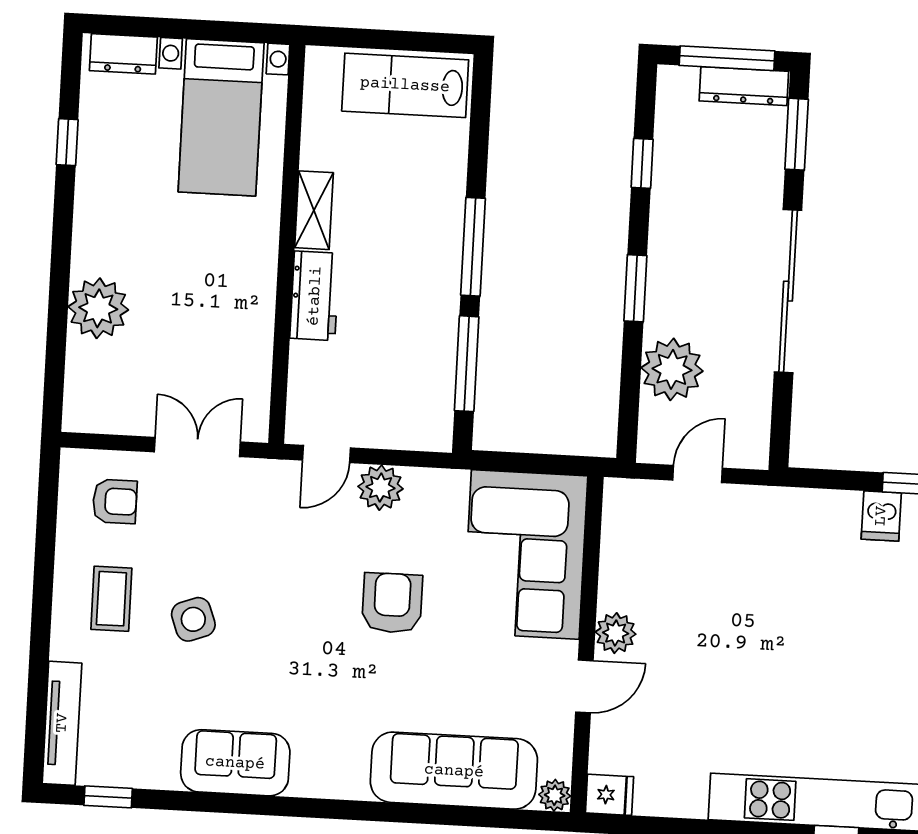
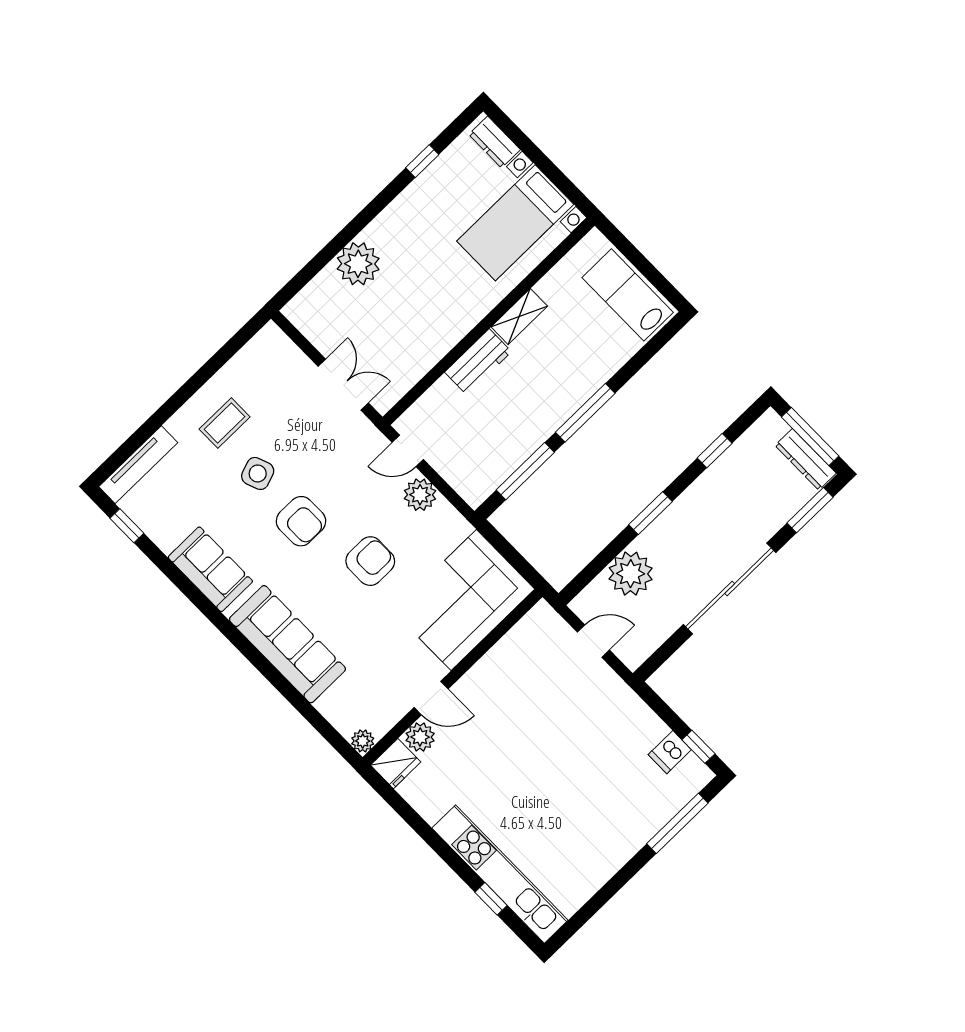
armchair: (115, 501) -> (301, 521), moved, width x1.38, depth x1.38
plant: (616, 633) -> (420, 737), moved
sofa: (454, 771) -> (287, 644), moved
fridge: (610, 795) -> (396, 764), width x1.38

